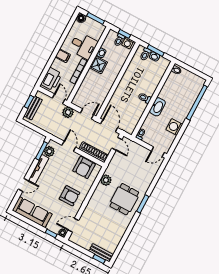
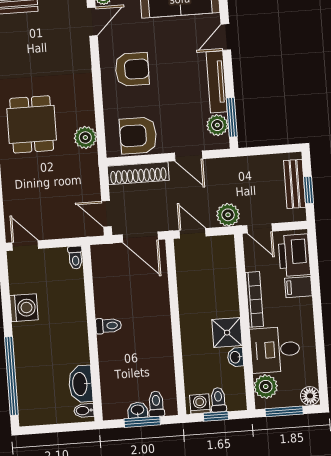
plant: (97, 33) -> (266, 387), added
filing cabinet: (63, 56) -> (298, 287), moved
washbasin: (157, 107) -> (80, 384), moved
door: (87, 114) -> (193, 233), swing flipped
door: (158, 152) -> (25, 246), hinge flipped
armchair: (84, 167) -> (138, 135), turned -90
armchair: (70, 196) -> (132, 69), turned 180

